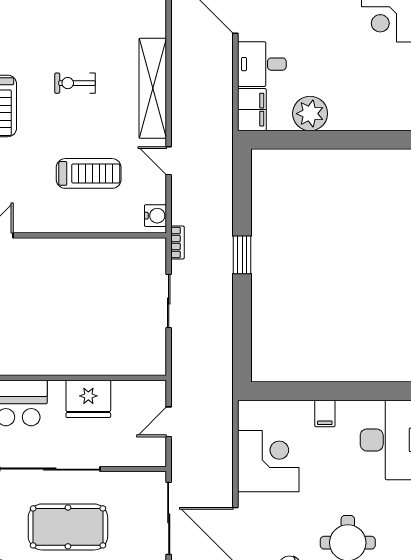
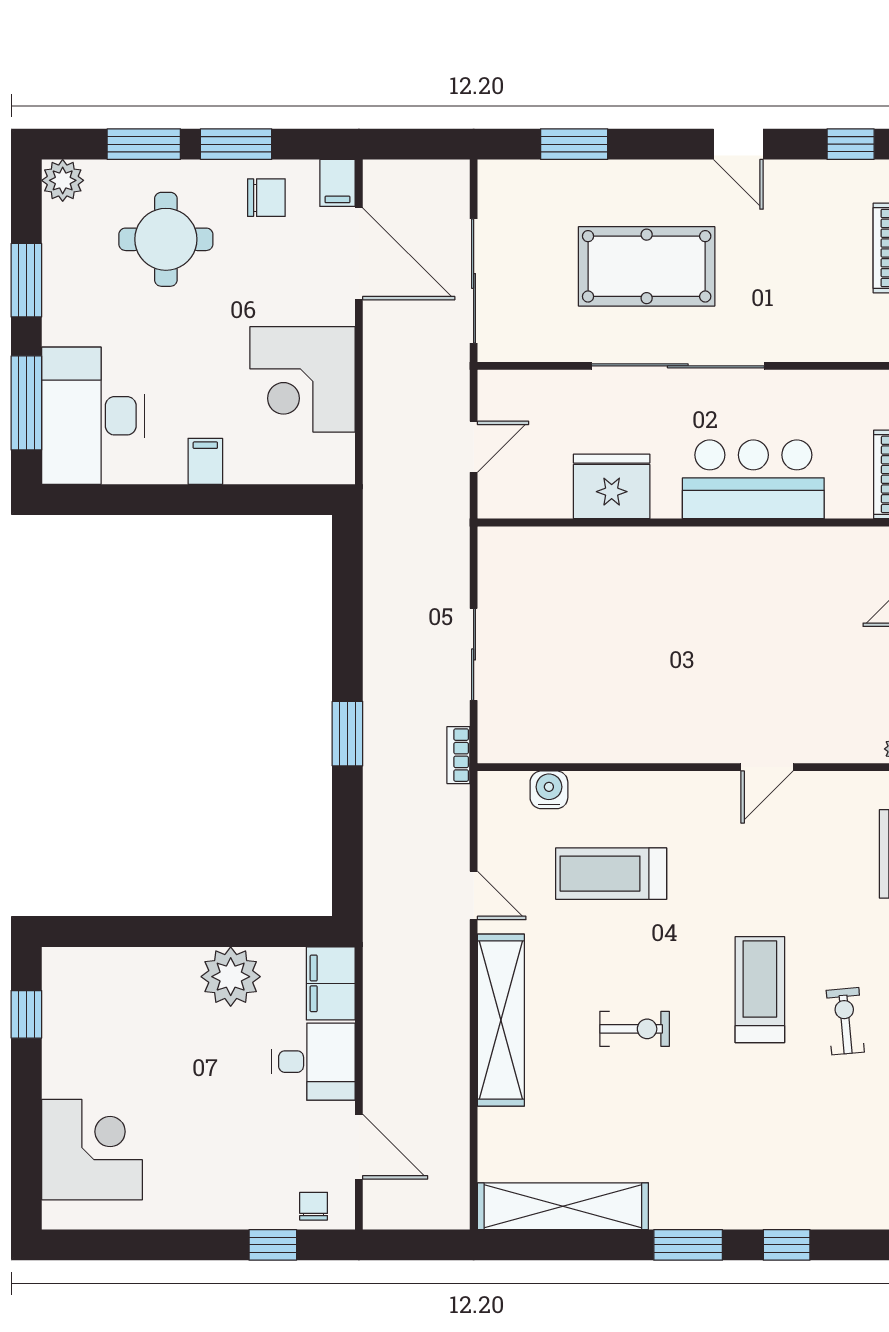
water cooler: (155, 216) -> (549, 790), moved, turned 90

